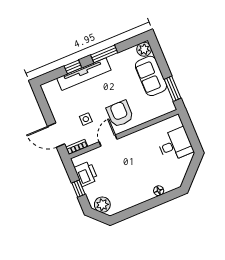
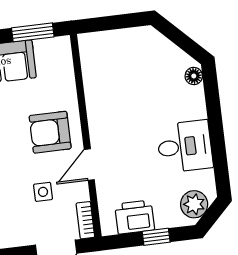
door: (108, 140) -> (89, 165), hinge flipped
desk: (175, 145) -> (185, 146), moved, turned 90
floor lamp: (159, 191) -> (194, 76), moved

